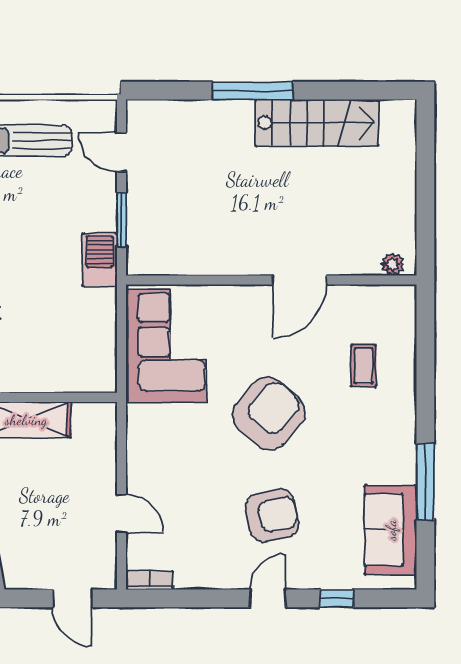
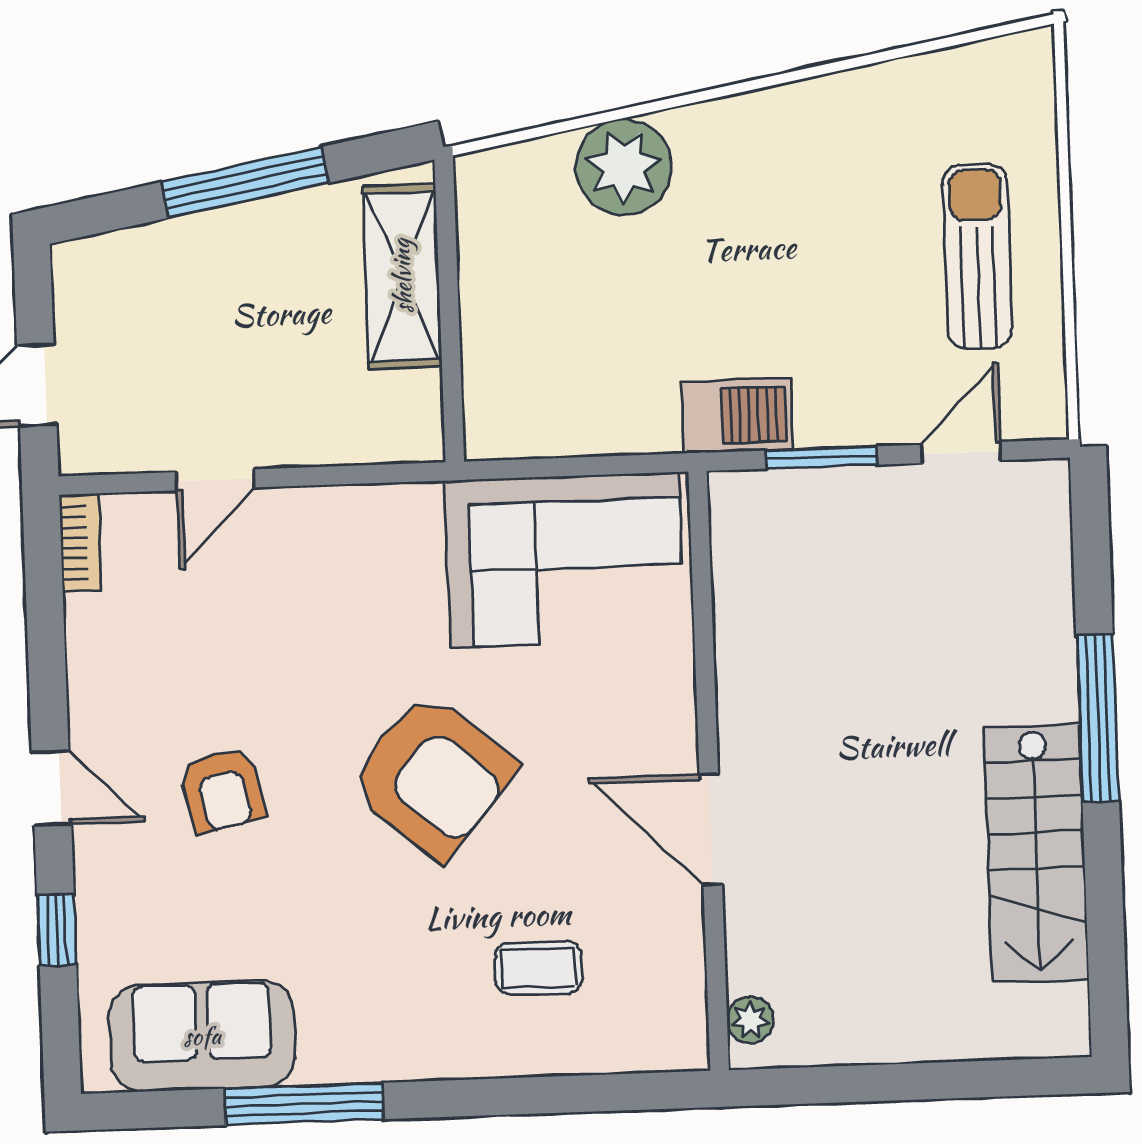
armchair: (272, 516) -> (223, 790), width x0.72, depth x0.72

